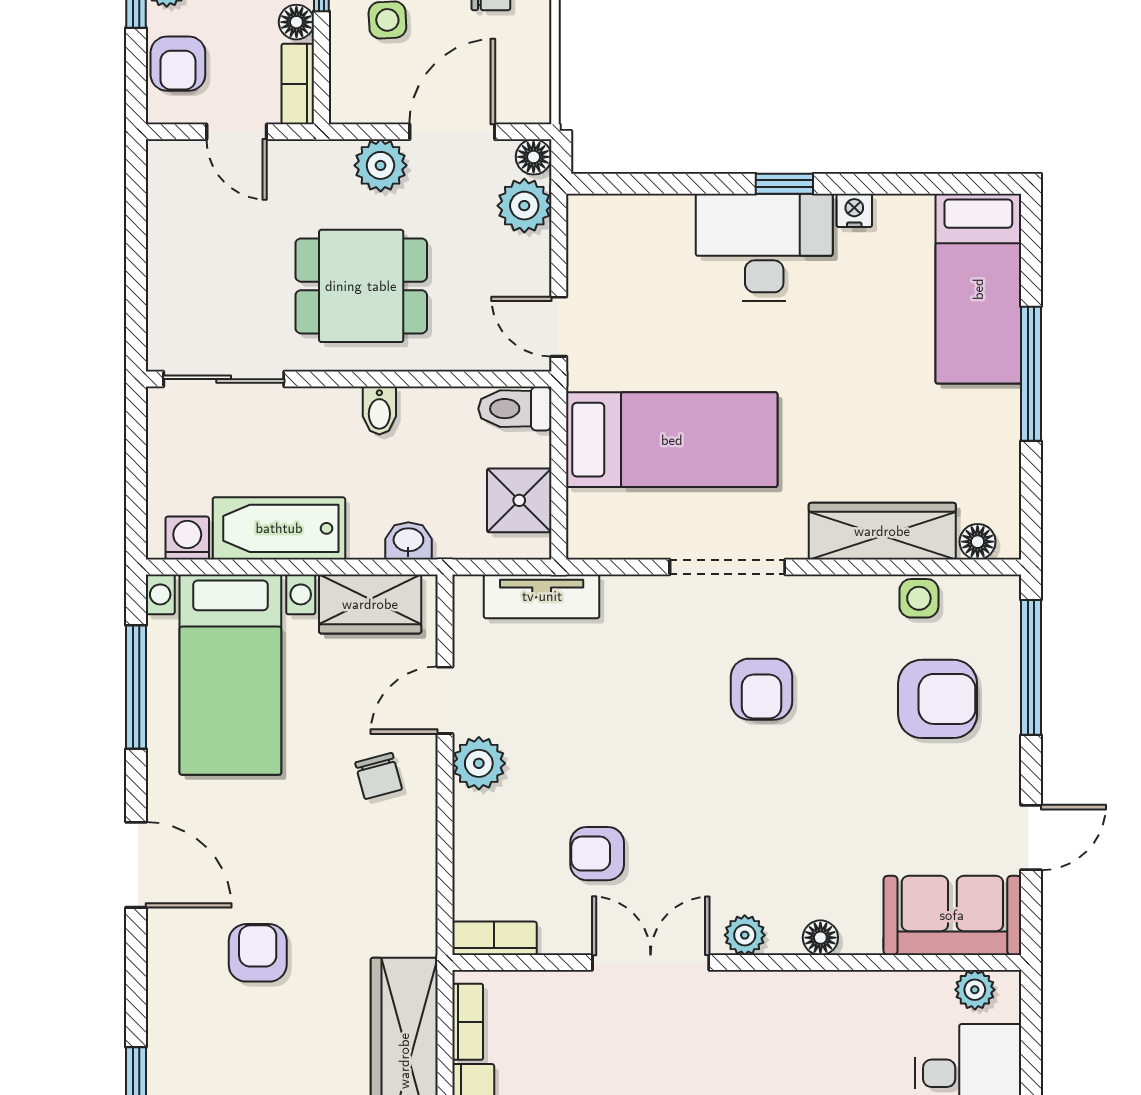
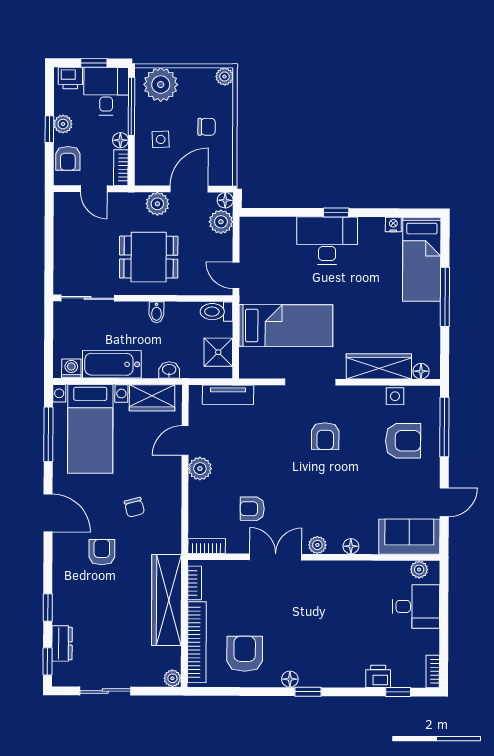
nightstand: (854, 210) -> (393, 224), moved
chair: (379, 776) -> (134, 507), moved

